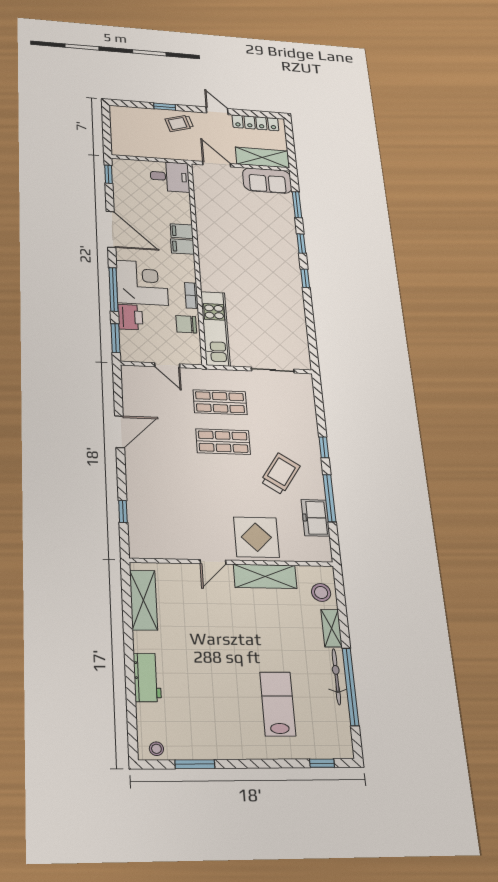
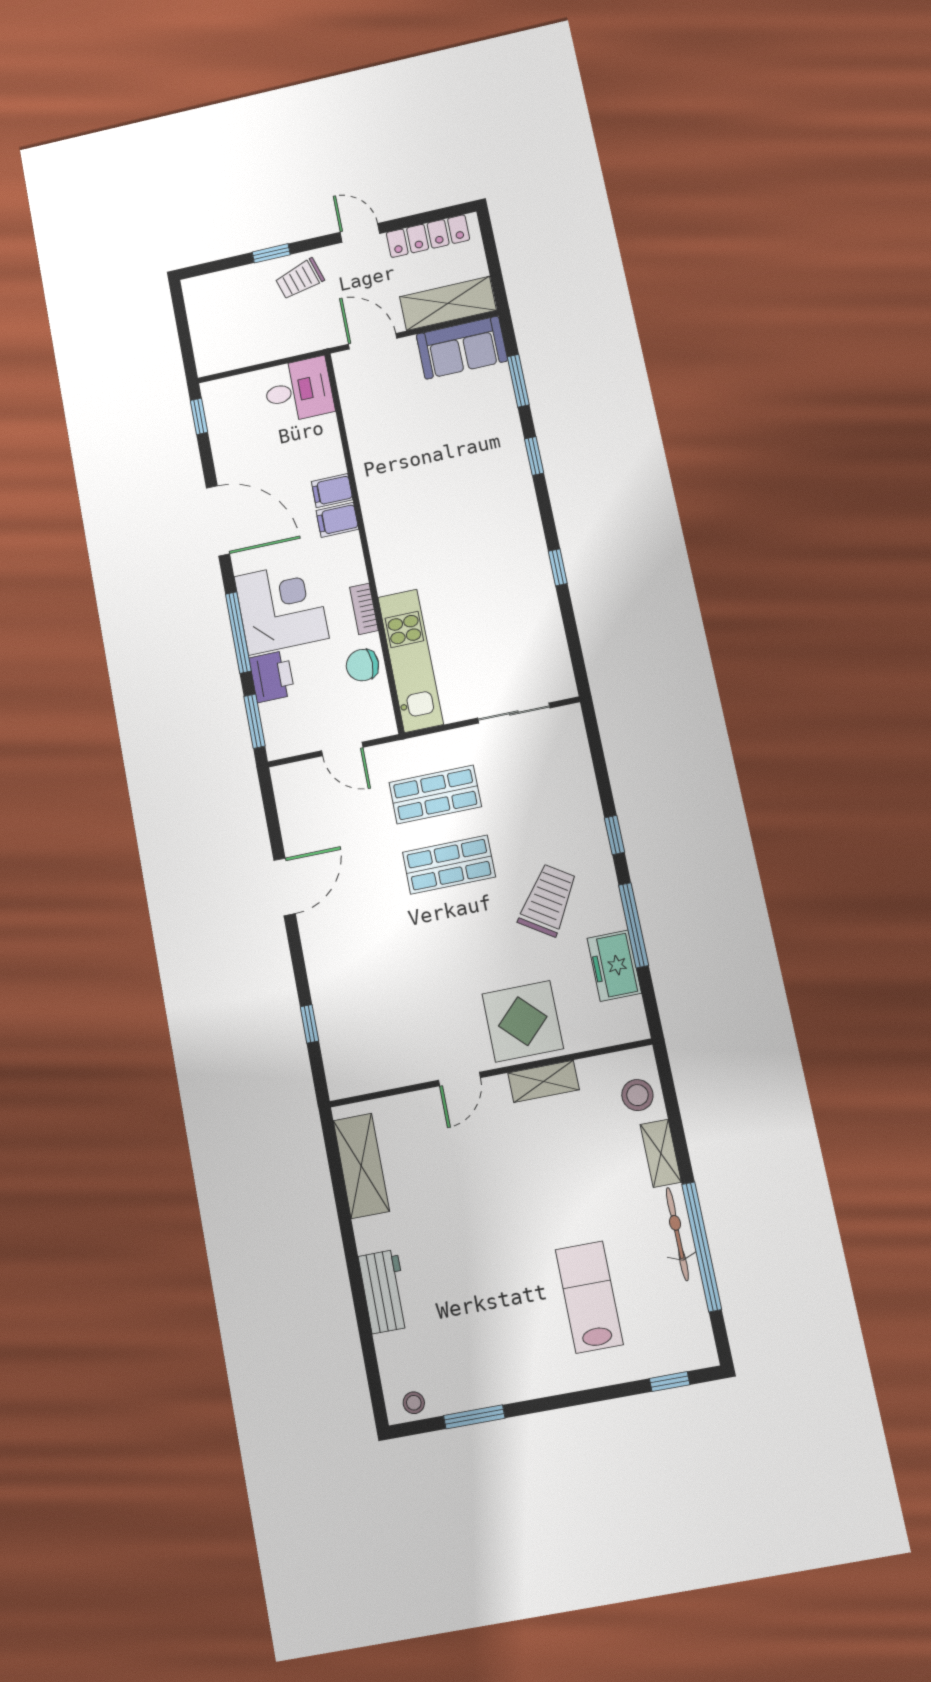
window: (305, 278) -> (558, 567), moved
shelving: (265, 576) -> (544, 1081), width x0.67, depth x0.75

